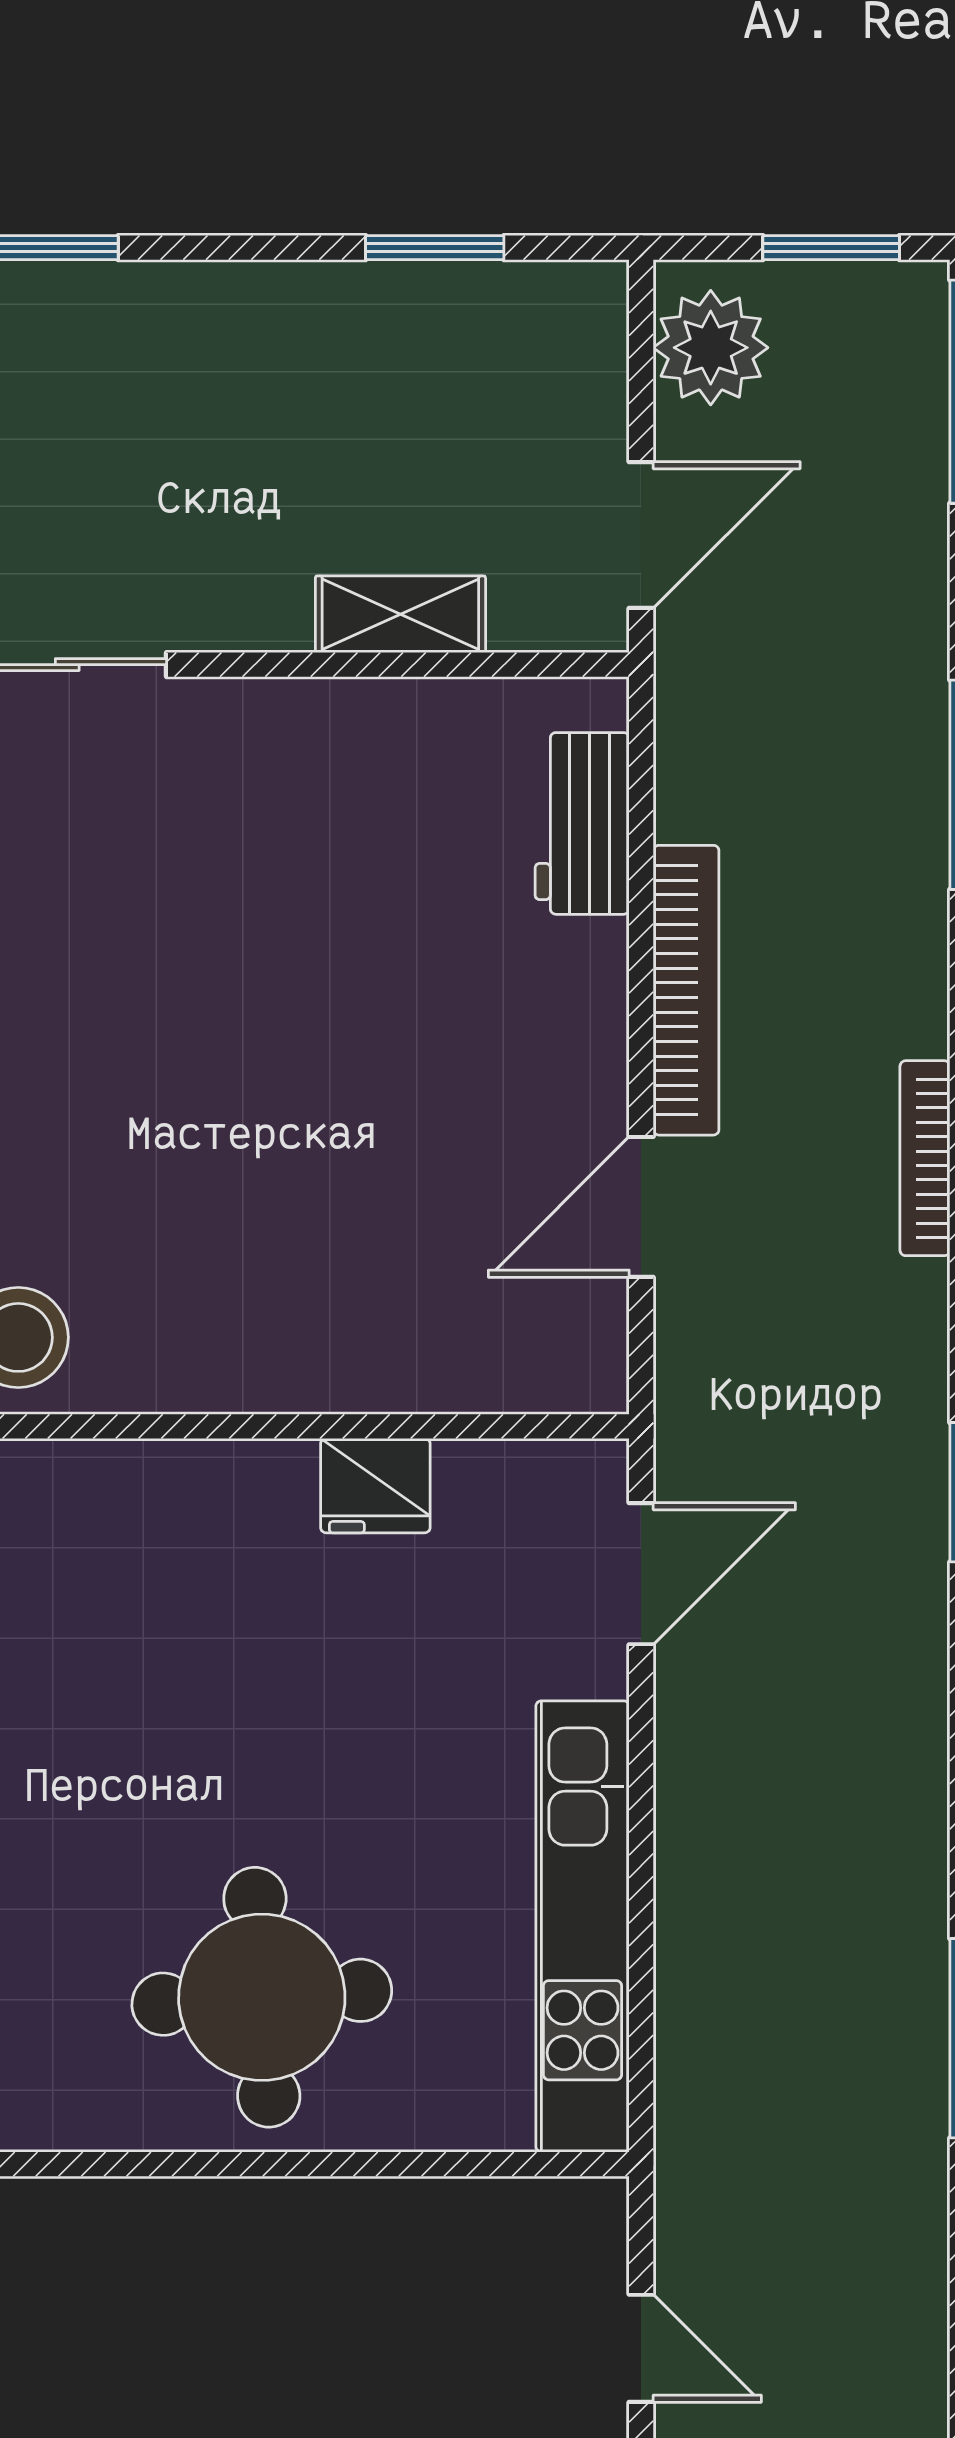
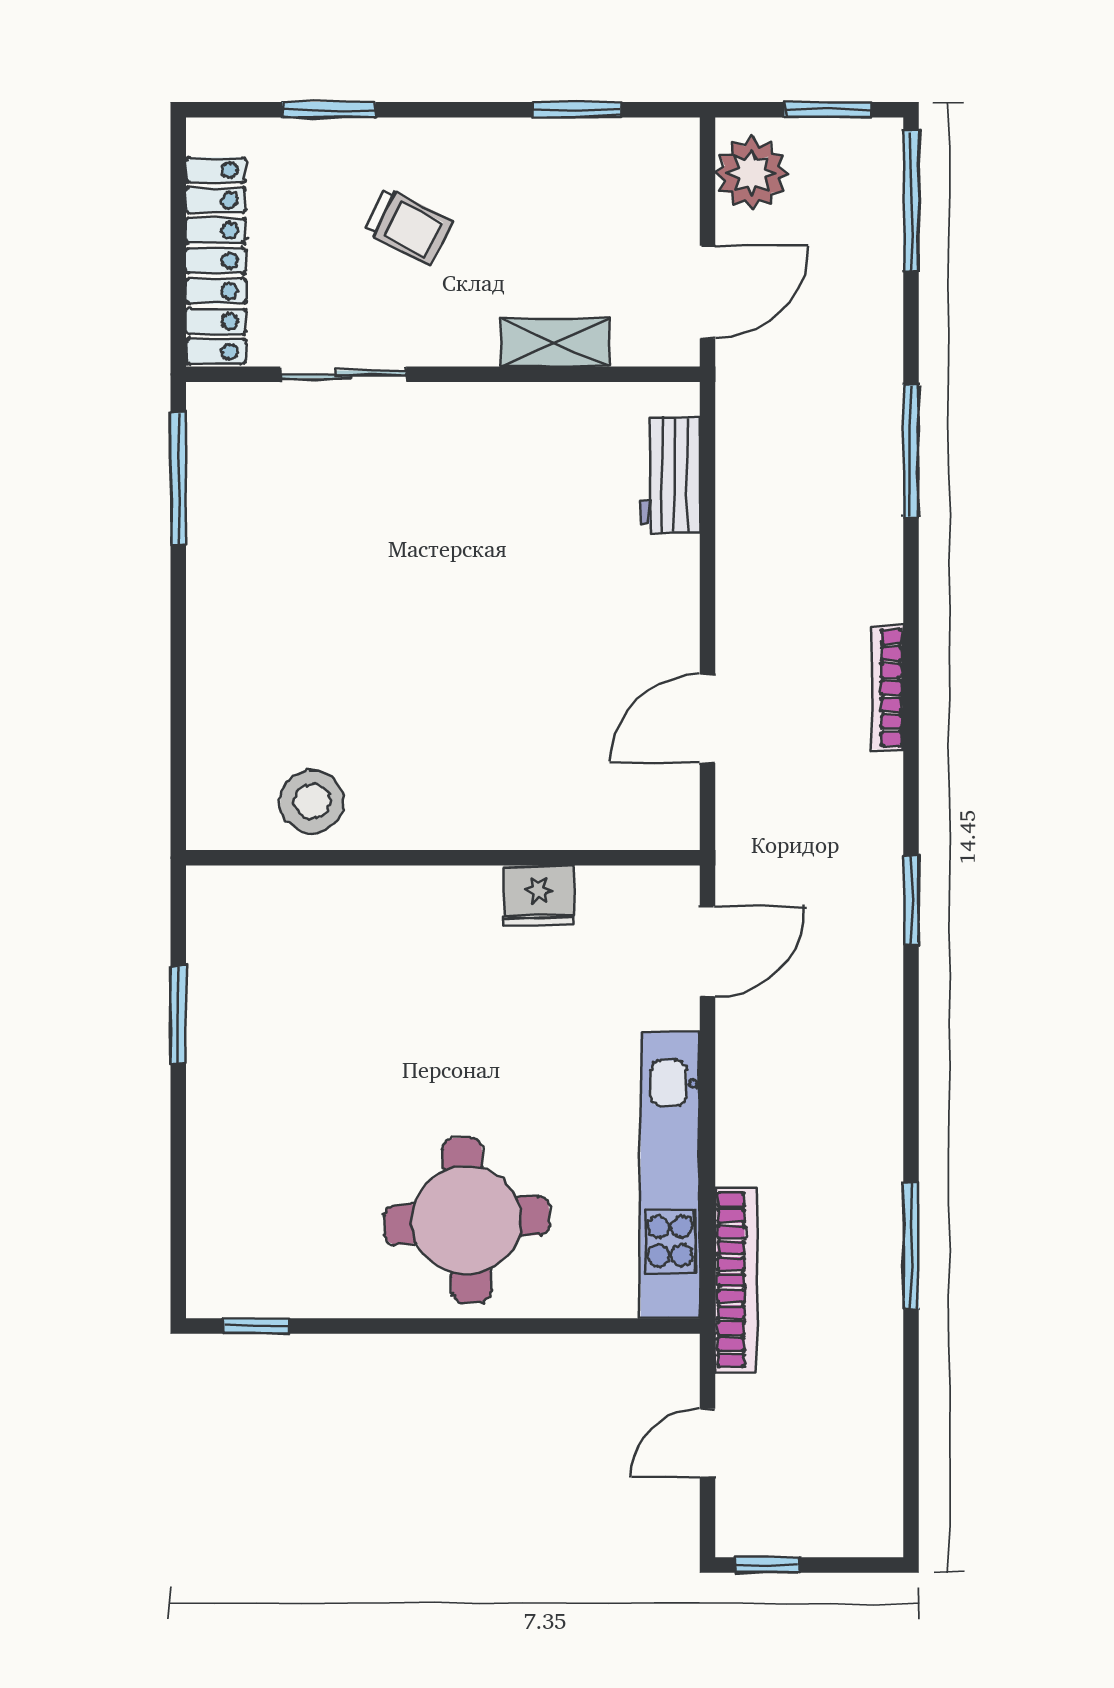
trolley: (170, 431) -> (409, 226), added
bookcase: (686, 990) -> (736, 1280), moved
door: (641, 2348) -> (707, 1443), swing flipped

